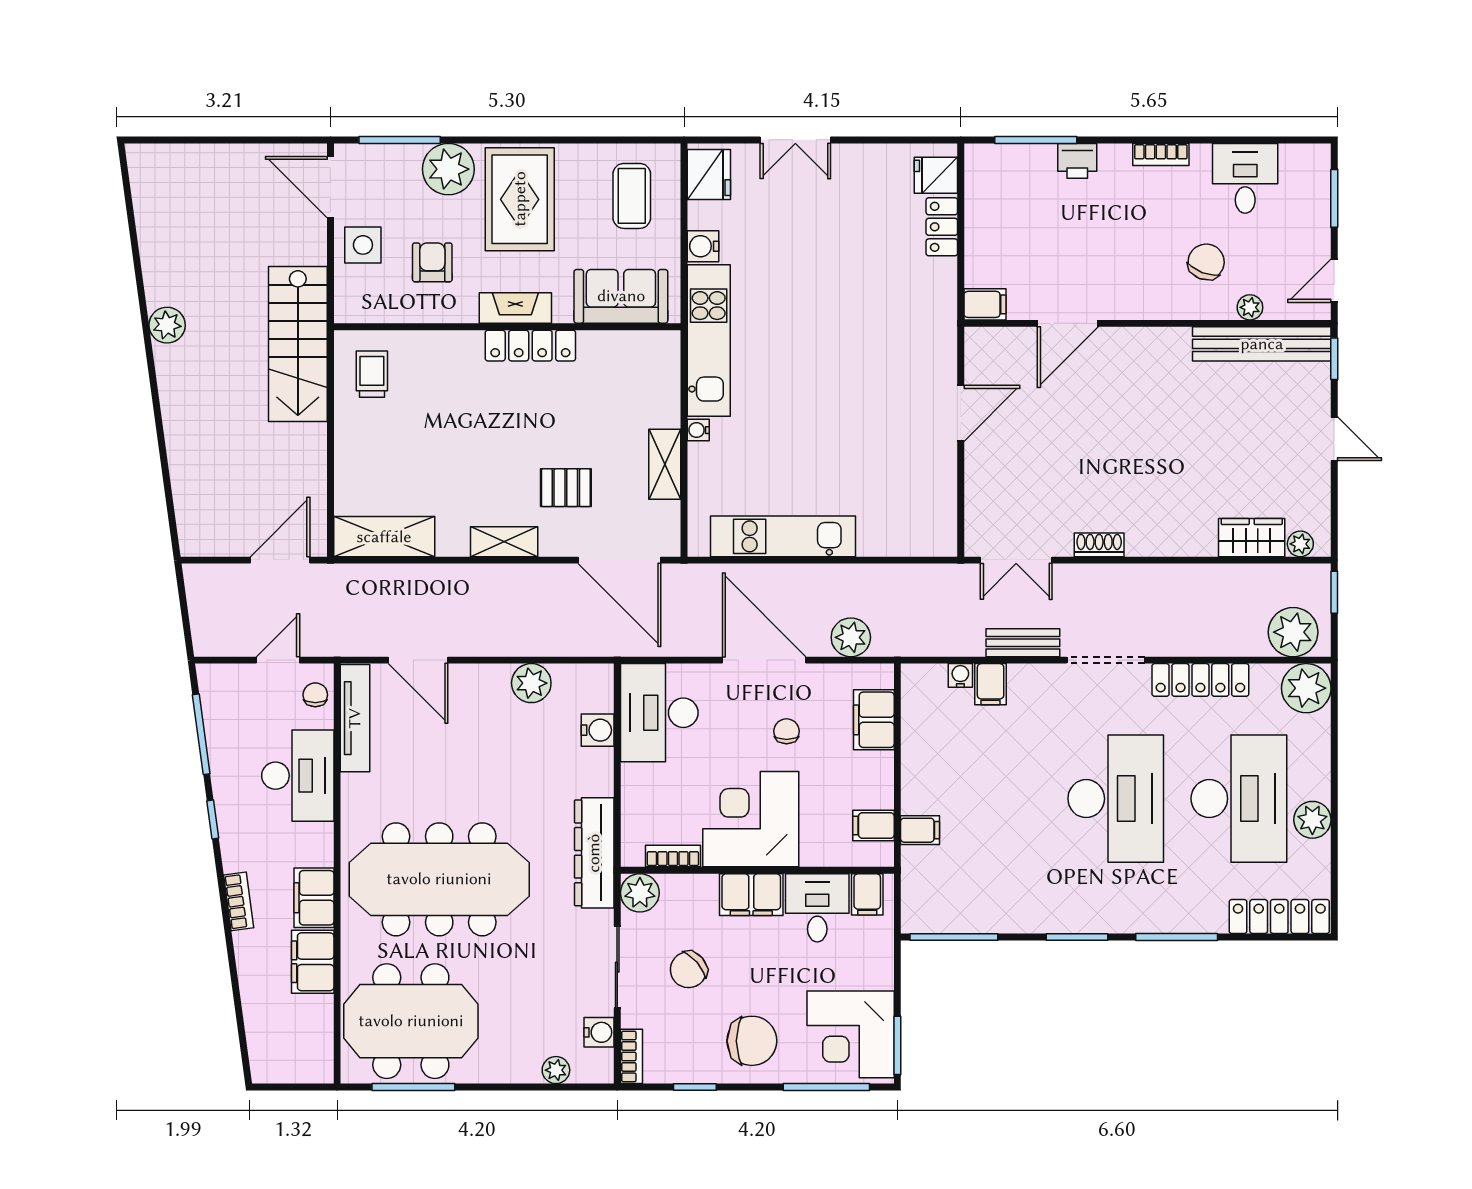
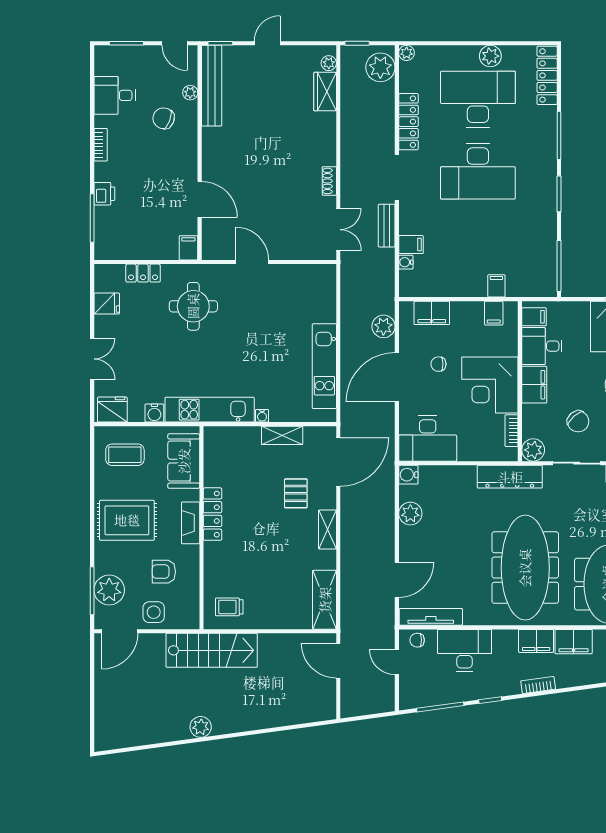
plant: (448, 169) -> (109, 590), moved
fridge: (936, 175) -> (107, 304), moved, turned -90
round table: (885, 313) -> (193, 306), added
plant: (1306, 688) -> (407, 53), width x0.53, depth x0.53
water cooler: (598, 730) -> (408, 475), moved, turned -90
desk: (1116, 799) -> (478, 171), turned 180

